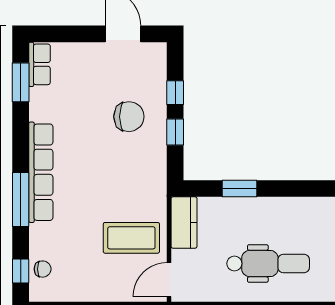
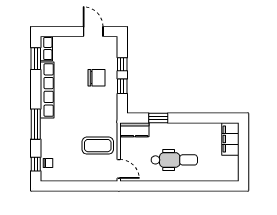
row of seats: (41, 172) -> (47, 90), moved
kitchen counter: (184, 223) -> (134, 130), moved, turned 90
door: (169, 280) -> (119, 169), swing flipped

